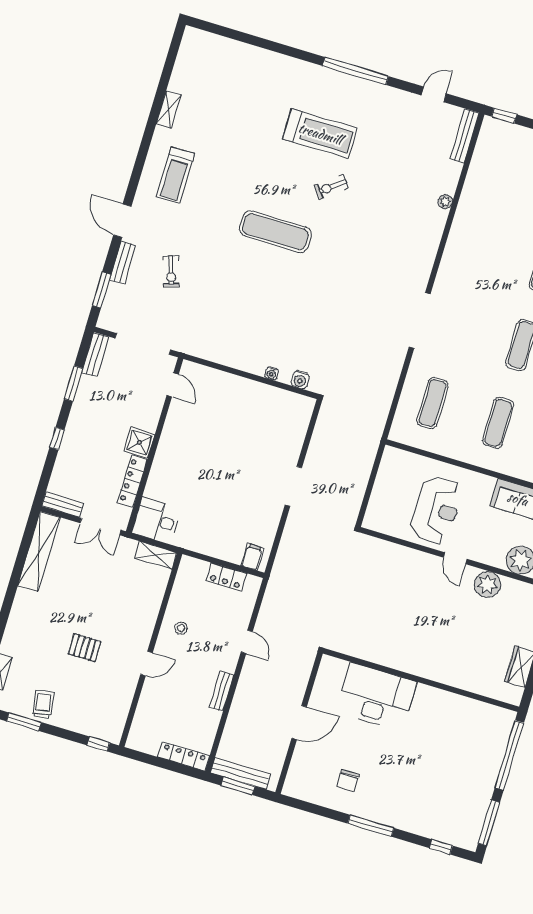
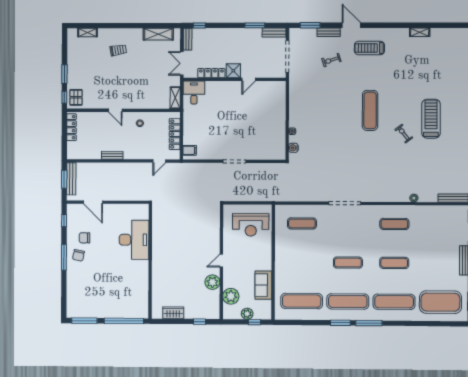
treadmill: (320, 134) -> (431, 119), turned 180
treadmill: (175, 175) -> (369, 48), moved
door: (122, 221) -> (351, 25), hinge flipped
door: (173, 385) -> (249, 79), moved
exercise mat: (498, 423) -> (394, 224), moved
window: (57, 439) -> (199, 25), moved
reception desk: (437, 510) -> (251, 225), moved
shelving: (39, 552) -> (158, 34), width x0.68
locker: (226, 577) -> (175, 134), width x1.53
door: (247, 642) -> (159, 161), moved
pallet: (85, 648) -> (76, 97), moved
trolley: (43, 704) -> (118, 50), moved
window: (24, 722) -> (64, 74), moved
door: (299, 723) -> (93, 202), moved
locker: (184, 756) -> (71, 127), moved
chair: (375, 800) -> (78, 255), added
window: (441, 847) -> (64, 221), moved

